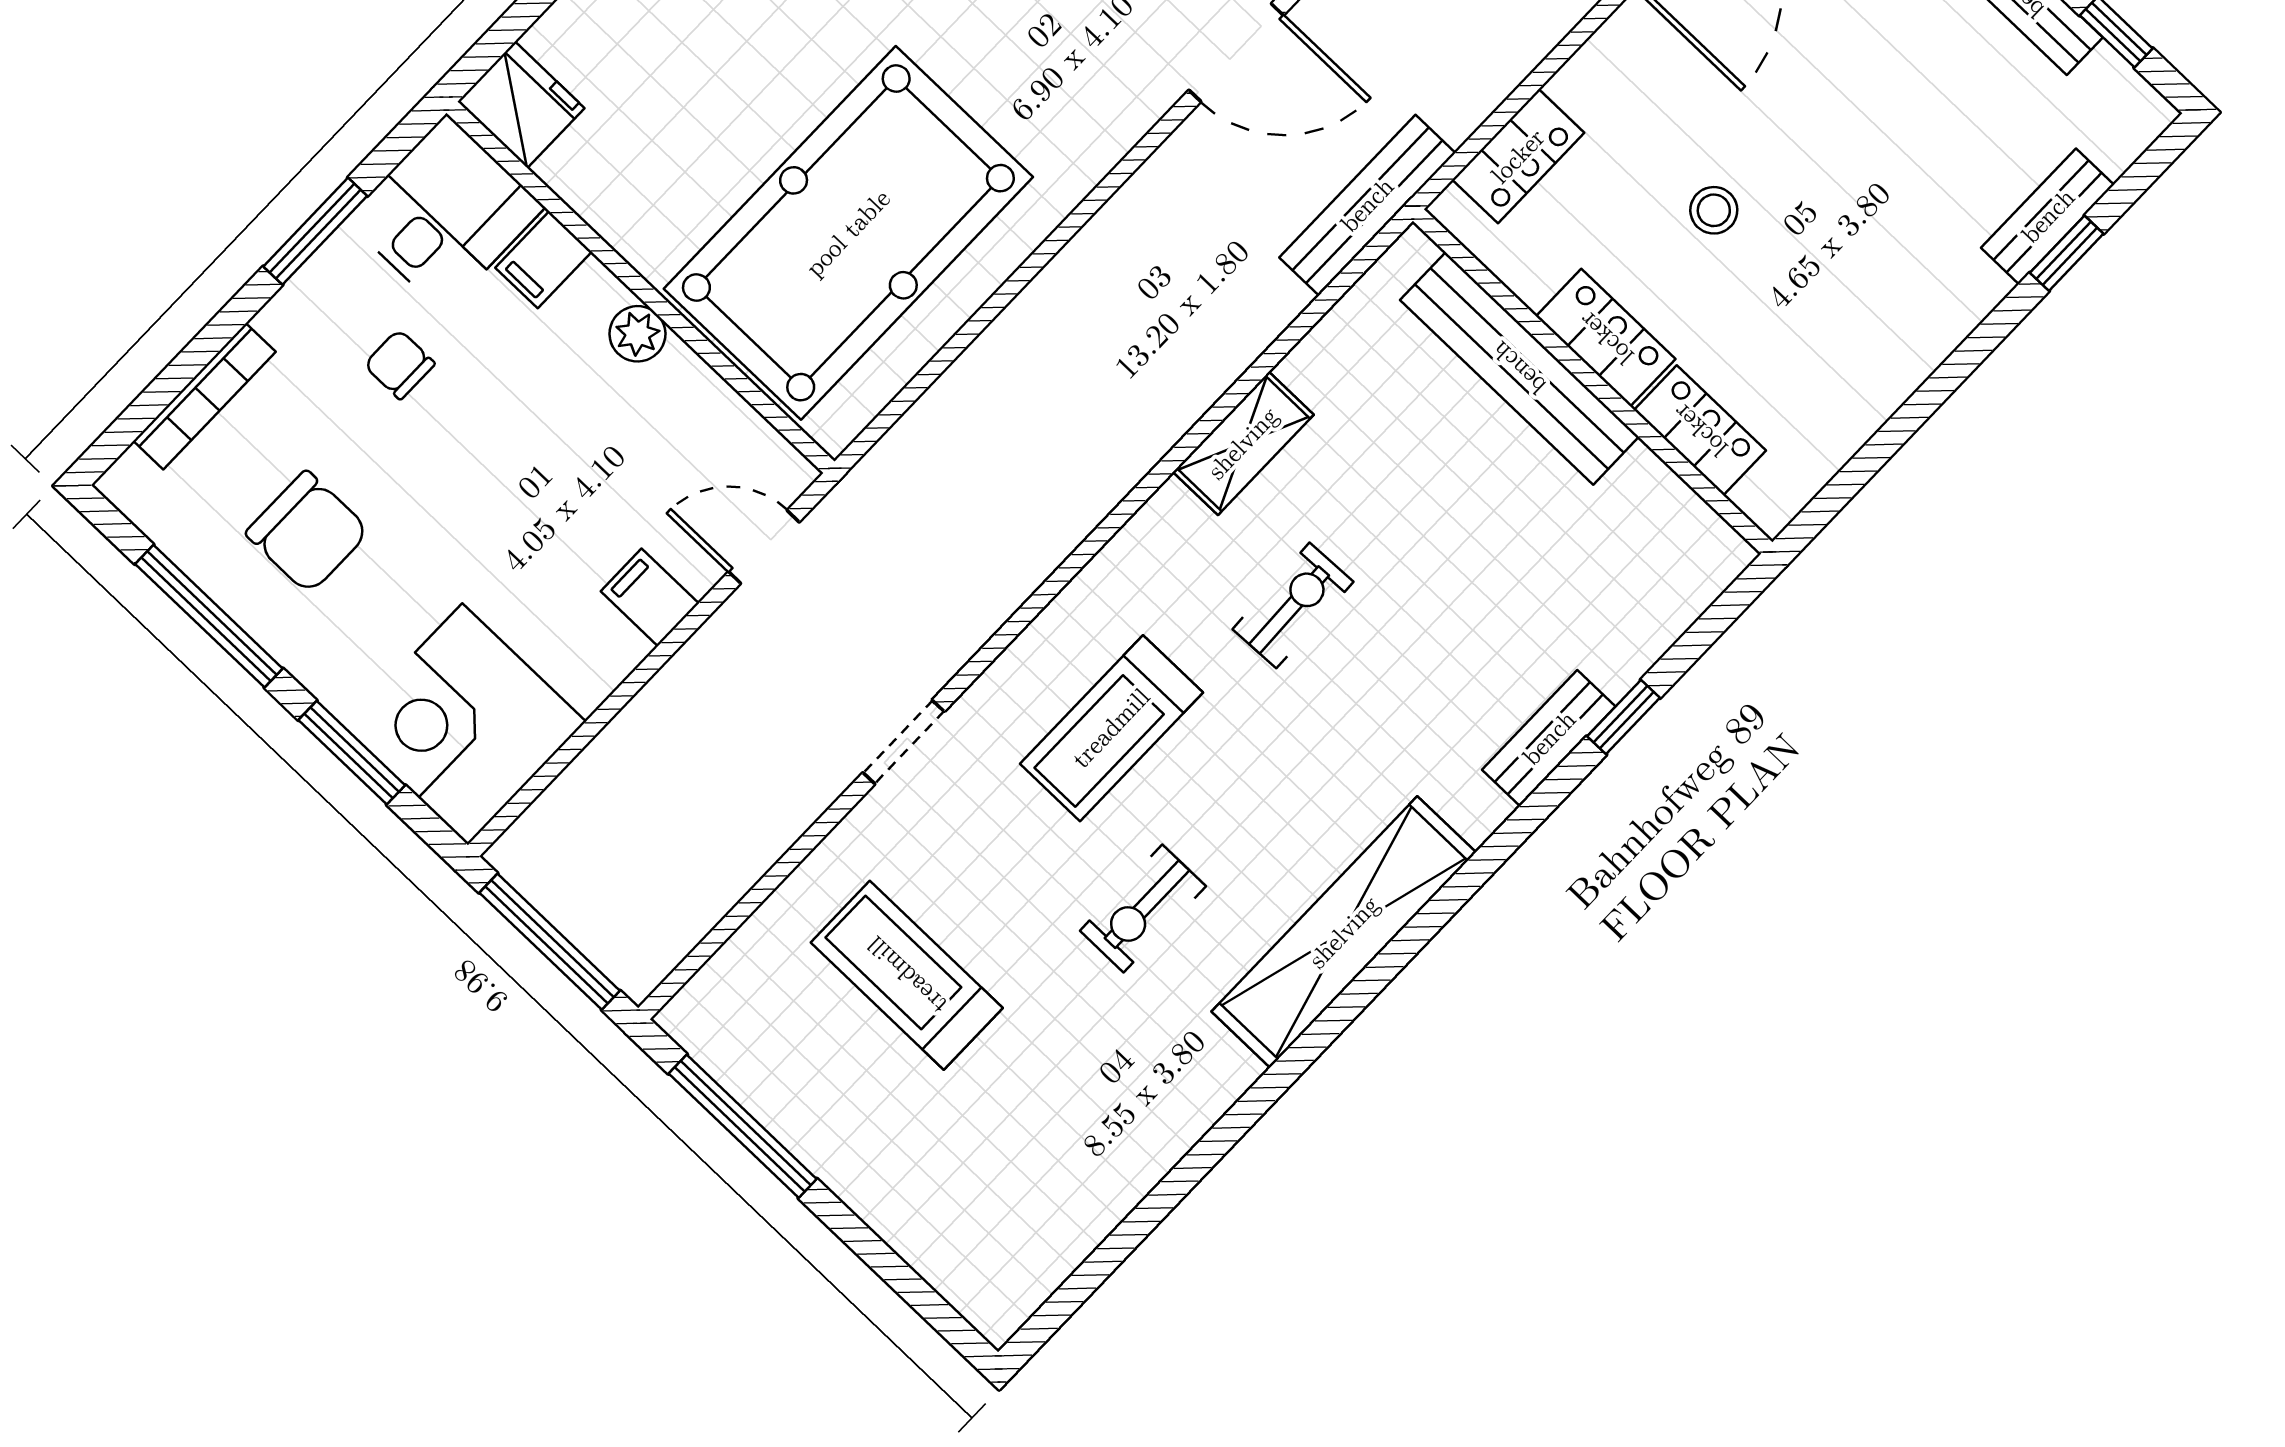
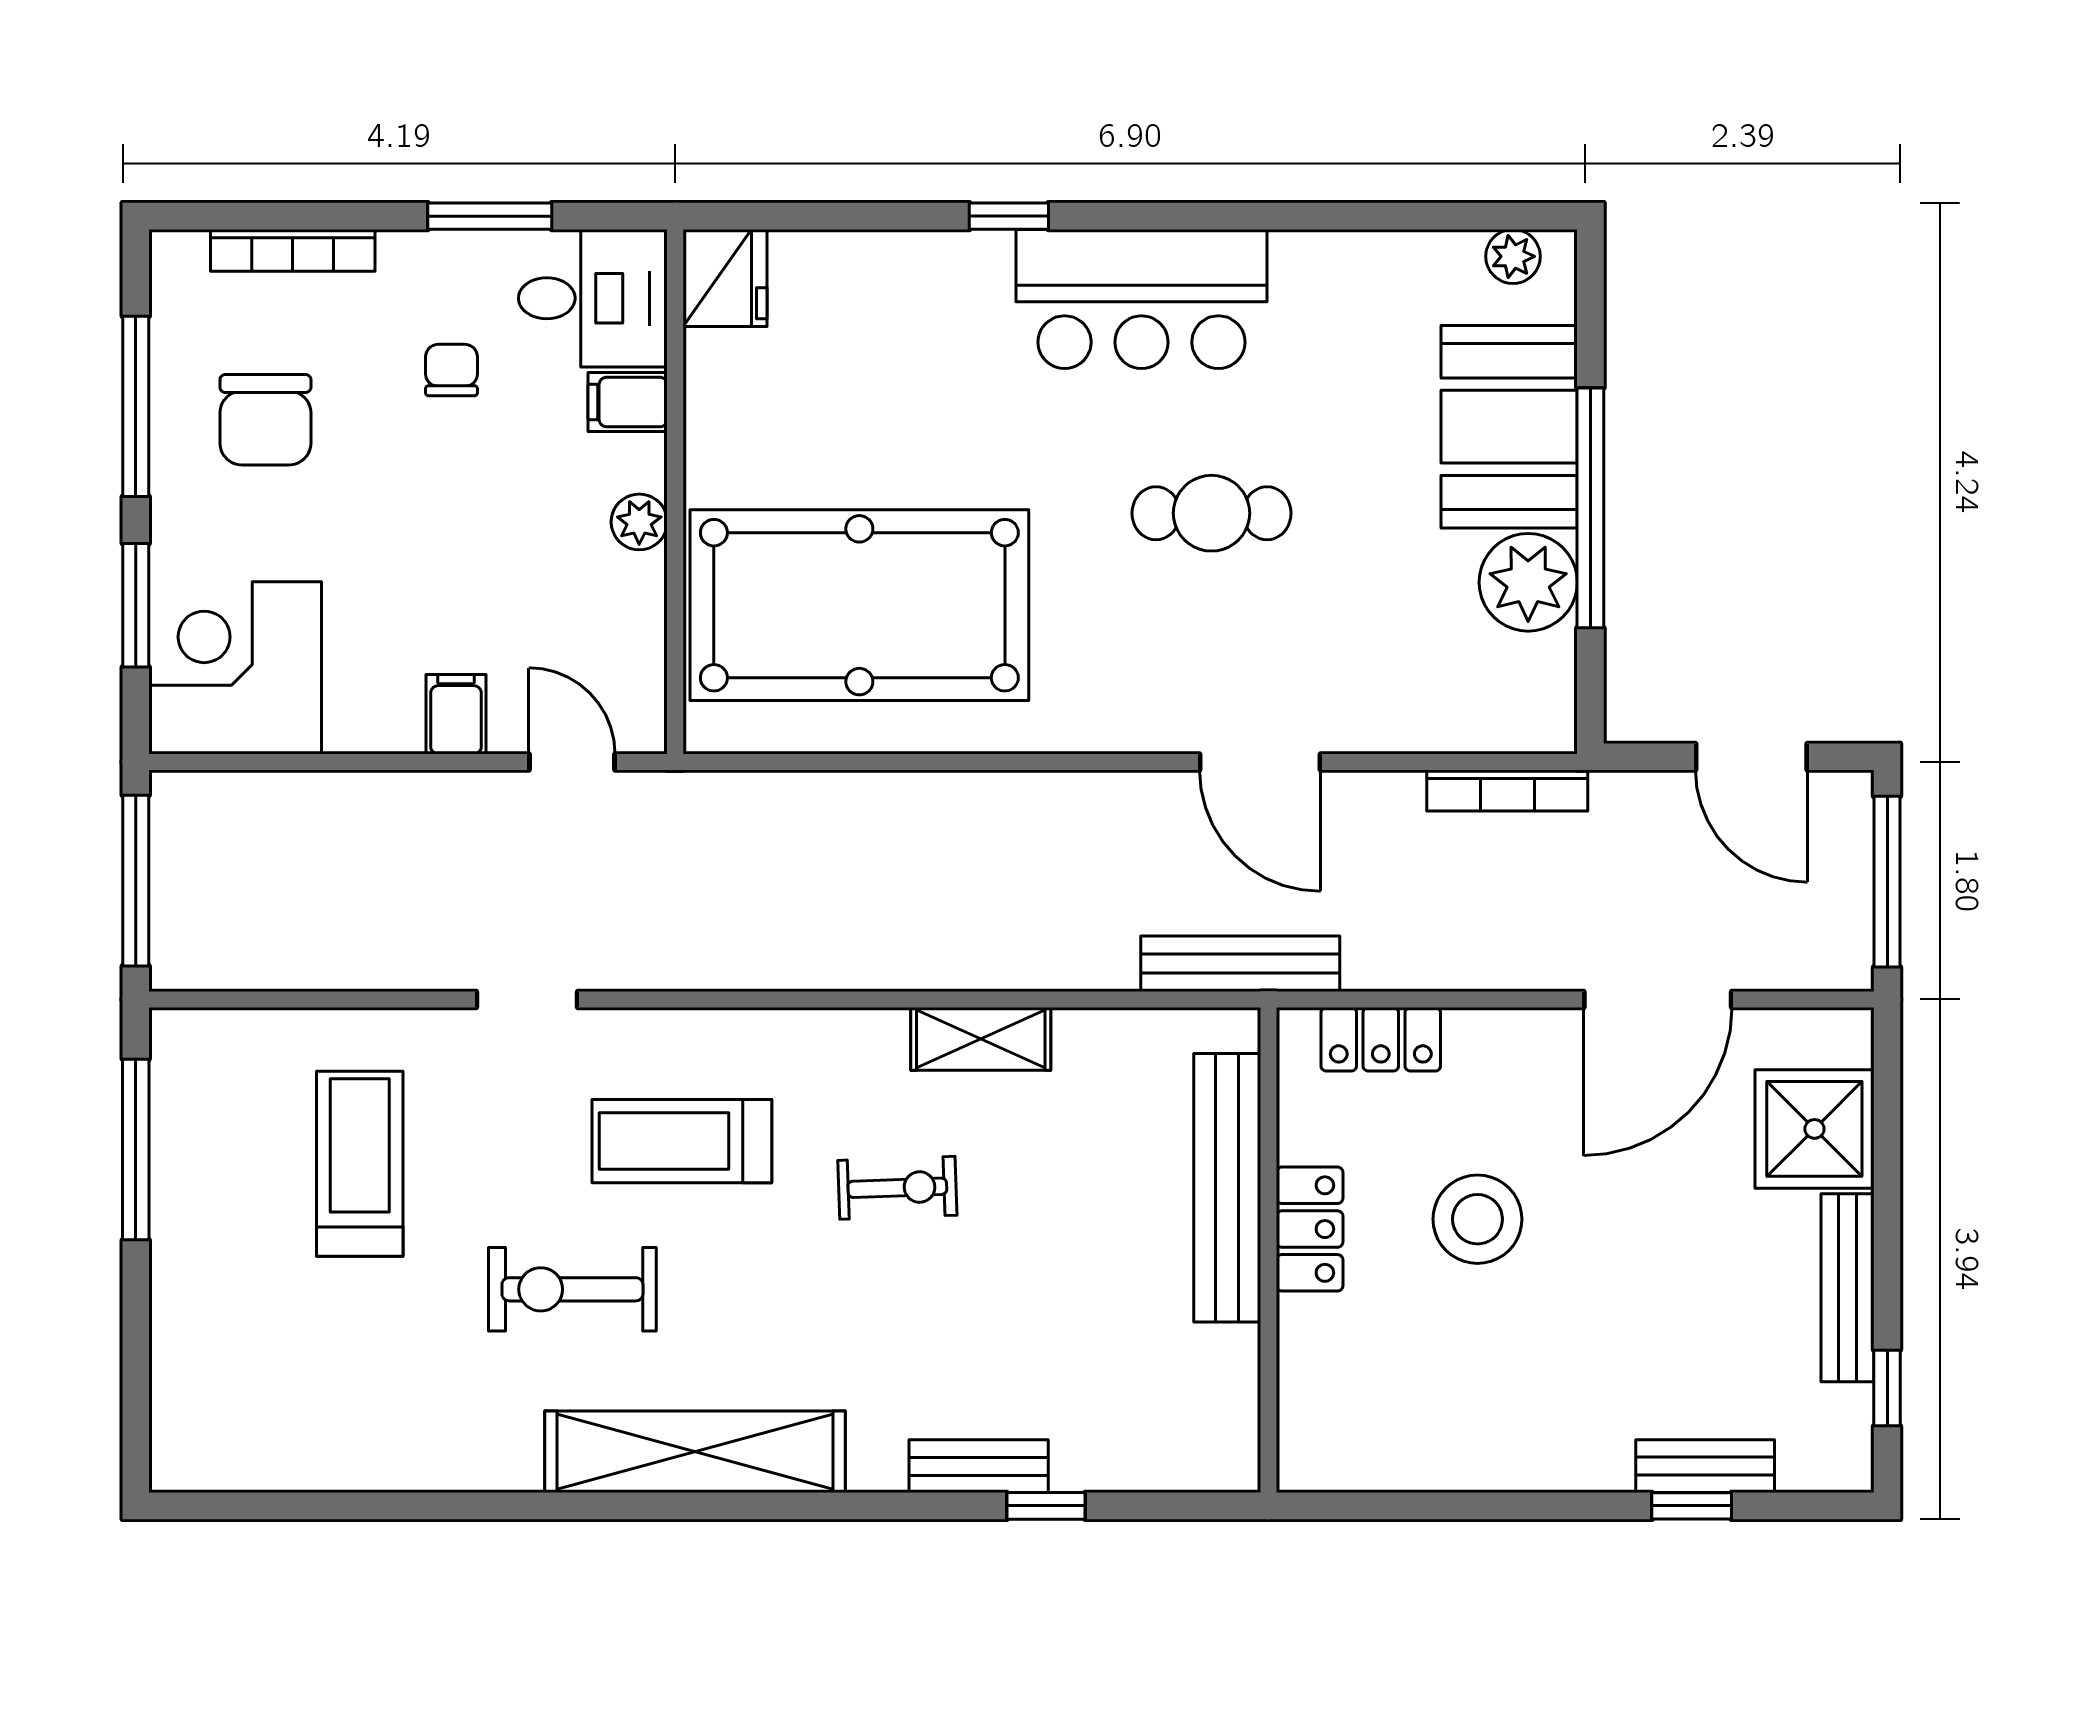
stool: (1714, 210) -> (1477, 1219), width x1.89, depth x1.89
locker: (1700, 430) -> (1308, 1362), removed
exercise bike: (1143, 908) -> (572, 1289), width x1.38, depth x1.39

